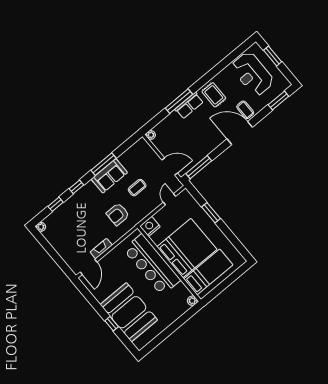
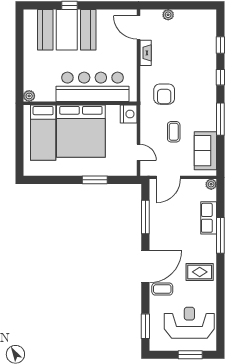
row of seats: (189, 106) -> (209, 218), moved
window: (199, 167) -> (145, 217), moved
sofa: (109, 176) -> (205, 151), moved
armchair: (118, 214) -> (164, 94), turned 180
plant: (41, 227) -> (168, 15), moved

